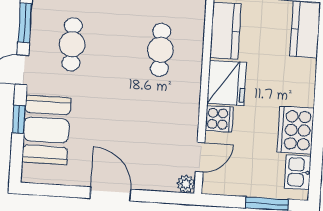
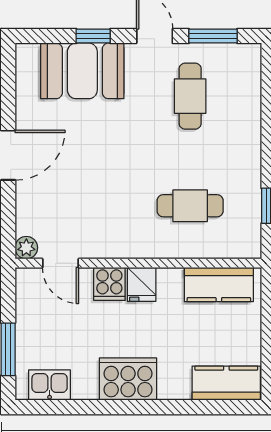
cafe table: (72, 44) -> (190, 96), turned 90
fridge: (227, 83) -> (142, 284), width x0.53, depth x0.75
cooker: (296, 130) -> (128, 379), moved

